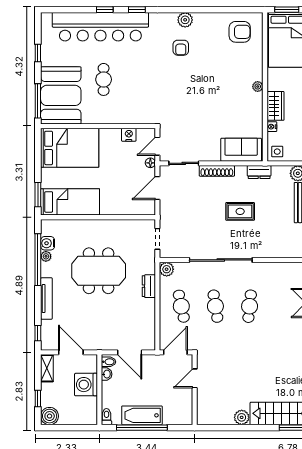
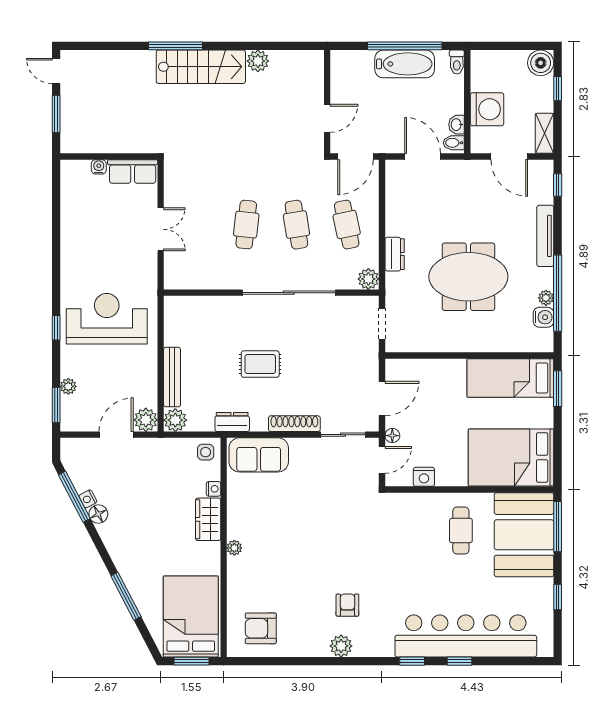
cafe table: (104, 79) -> (461, 530), moved

